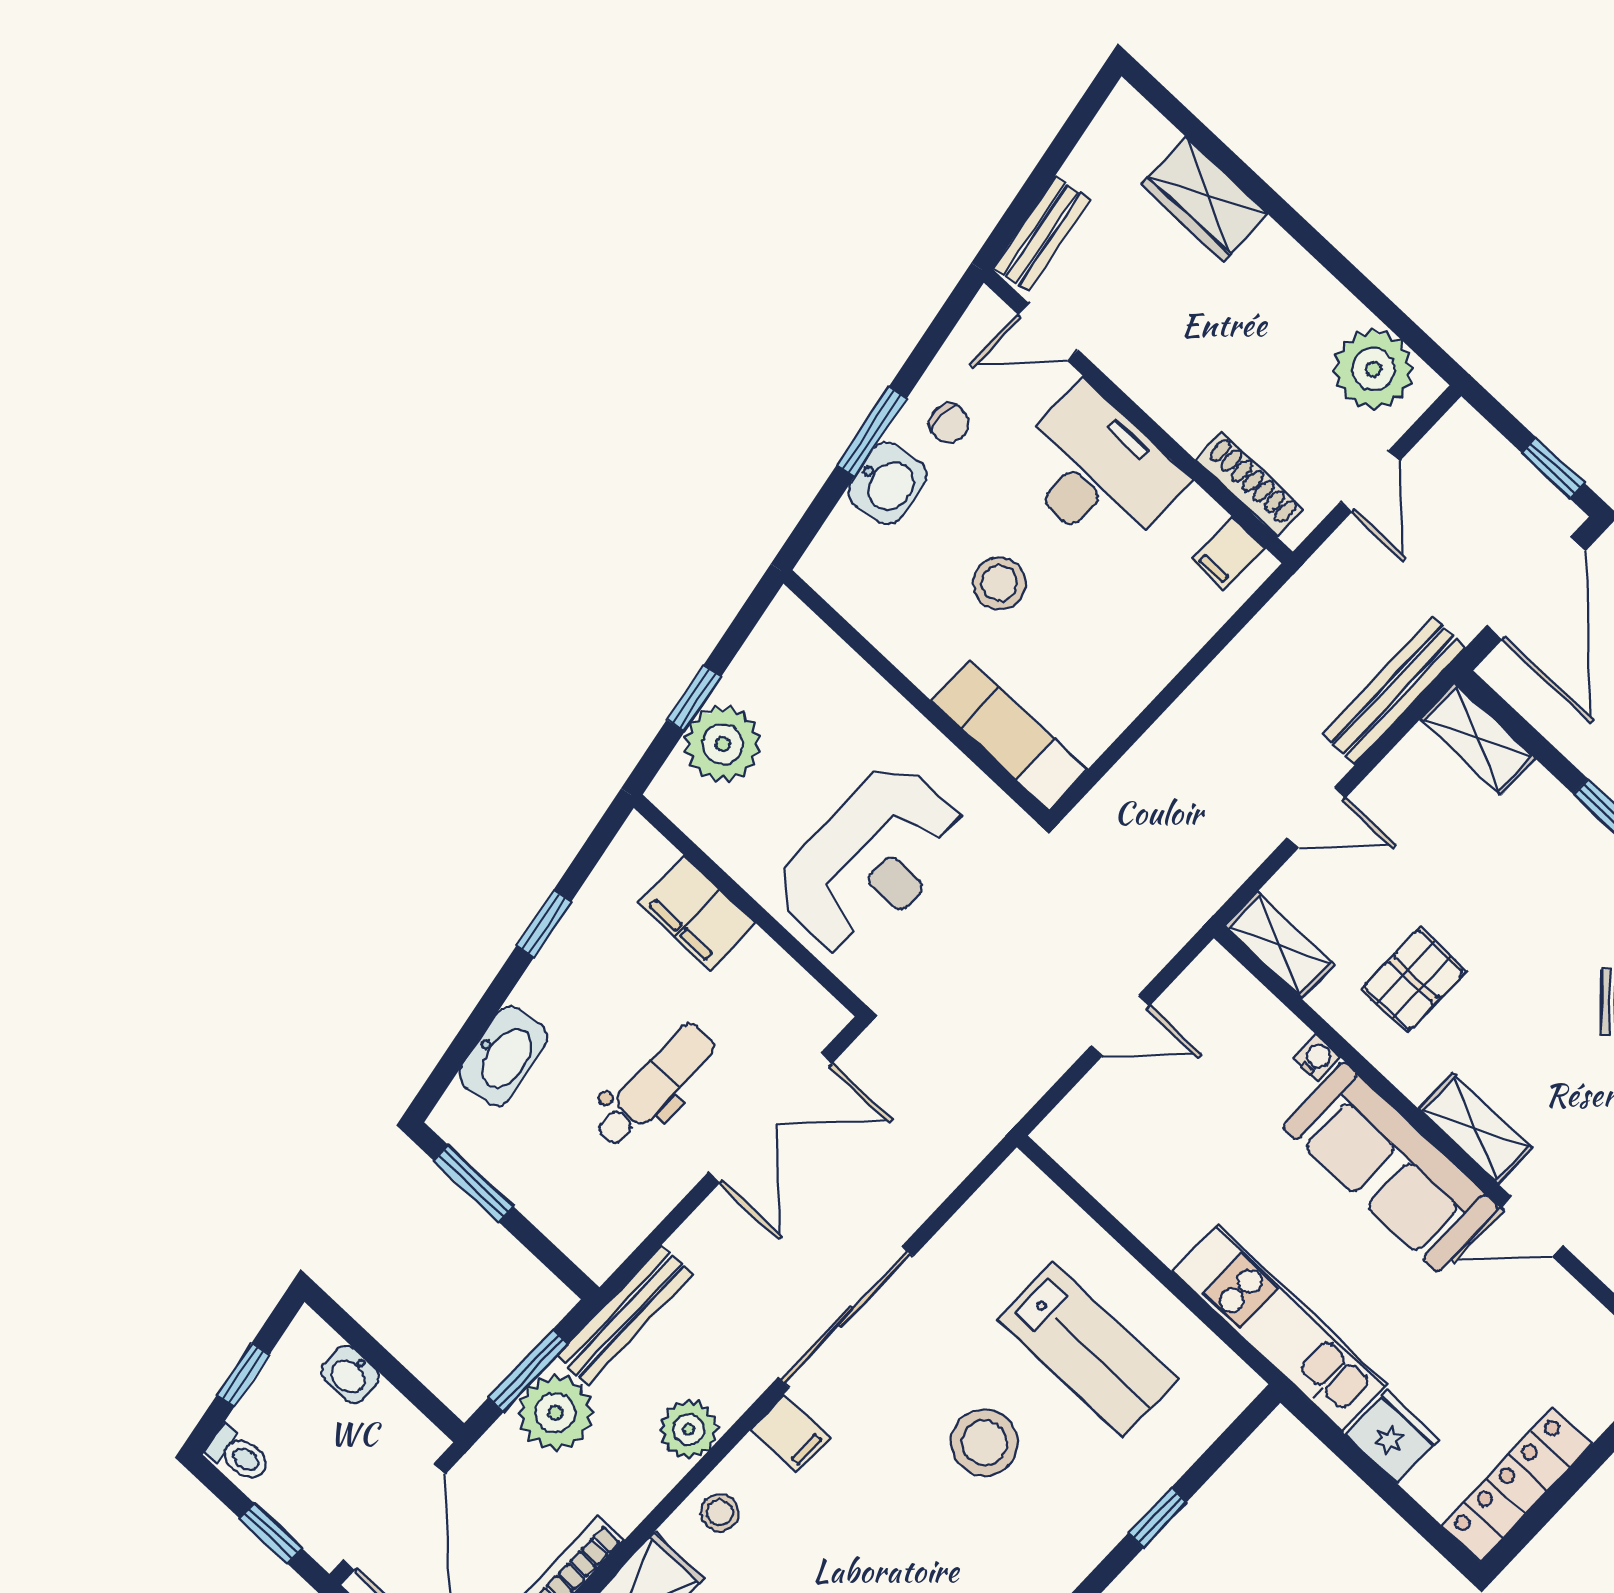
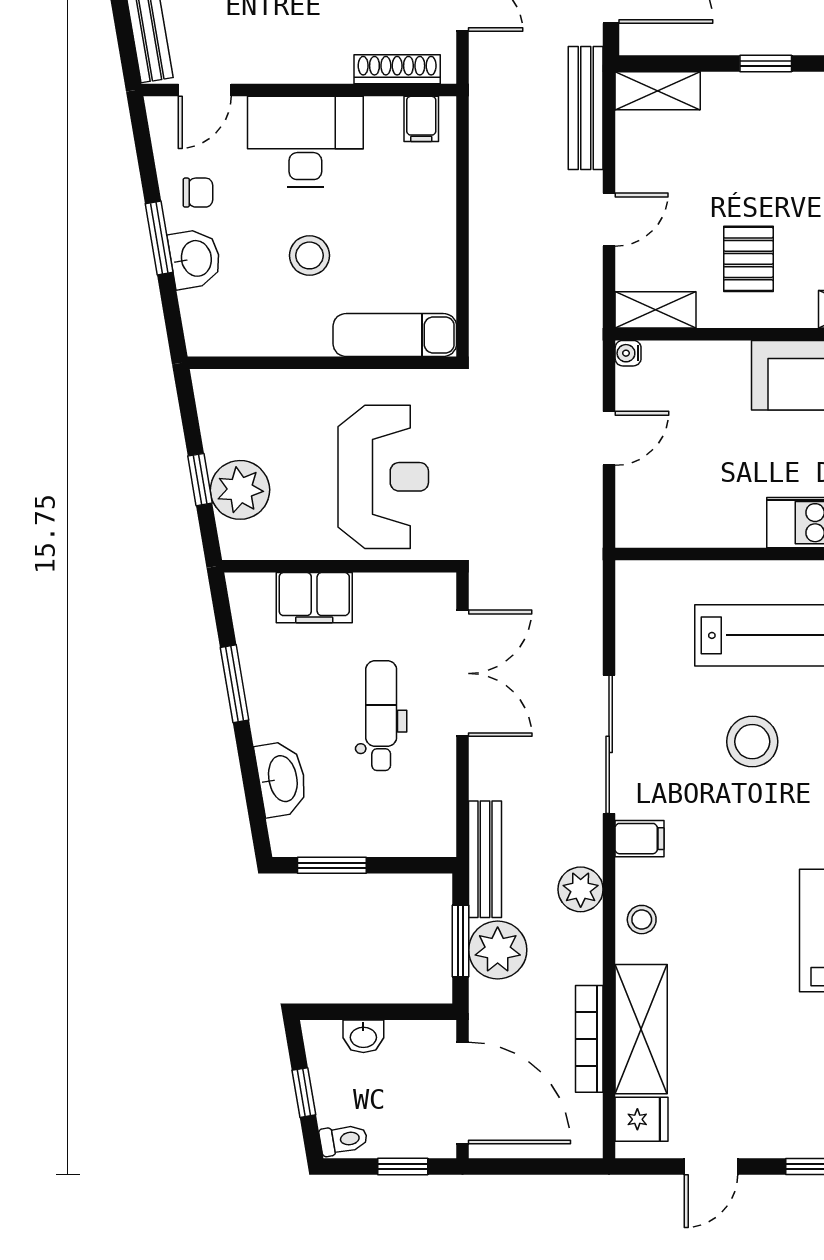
window: (544, 924) -> (235, 684), width x1.50
water cooler: (1317, 1058) -> (628, 353), moved, turned -90

